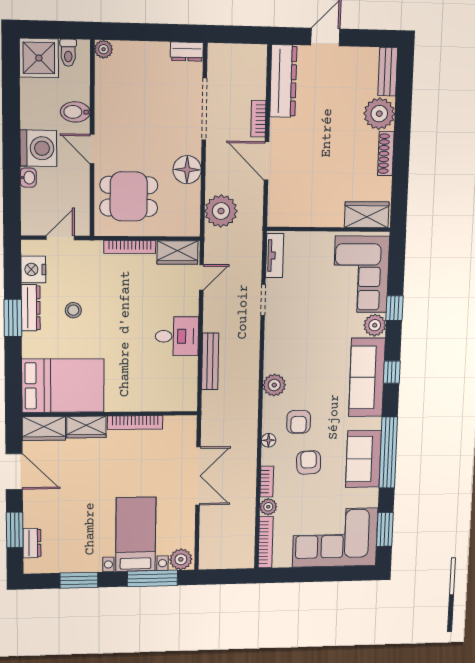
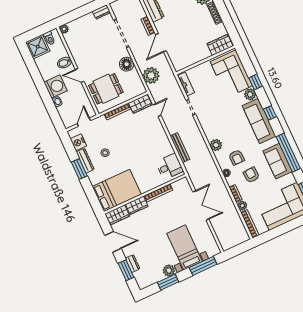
door: (267, 161) -> (161, 43), hinge flipped
desk: (177, 336) -> (170, 167), moved
dresser: (32, 543) -> (133, 264), moved
plant: (181, 559) -> (169, 270), moved

